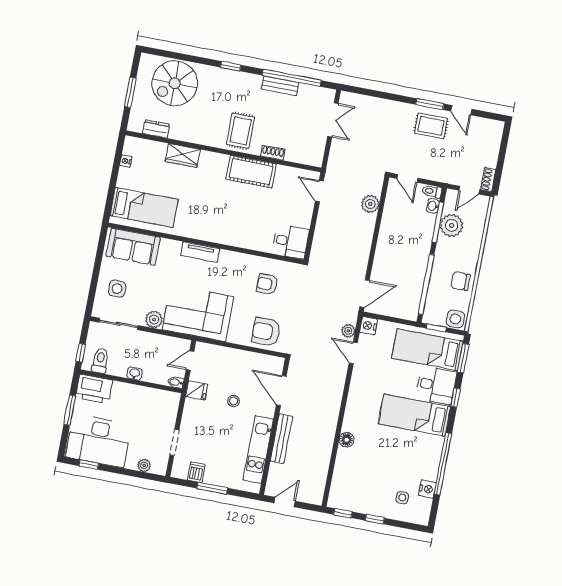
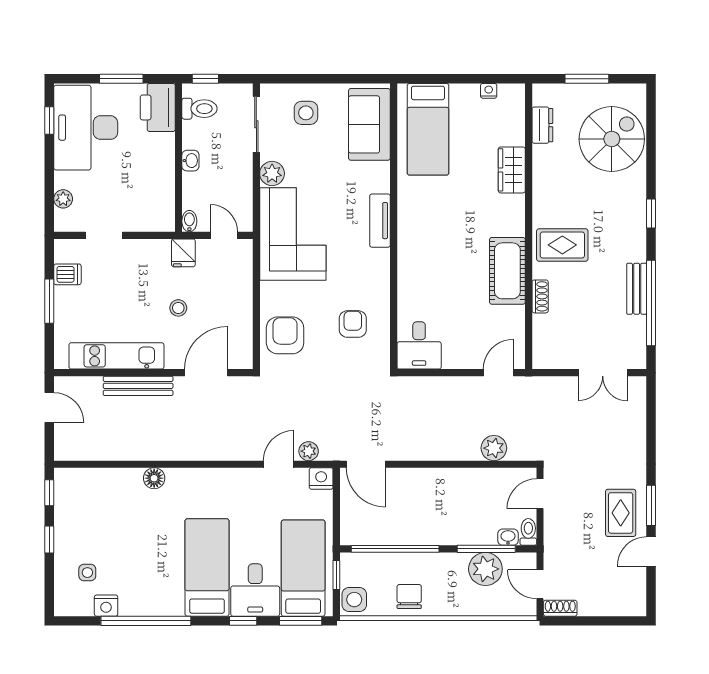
spiral stairs: (175, 83) -> (612, 139), turned 90

